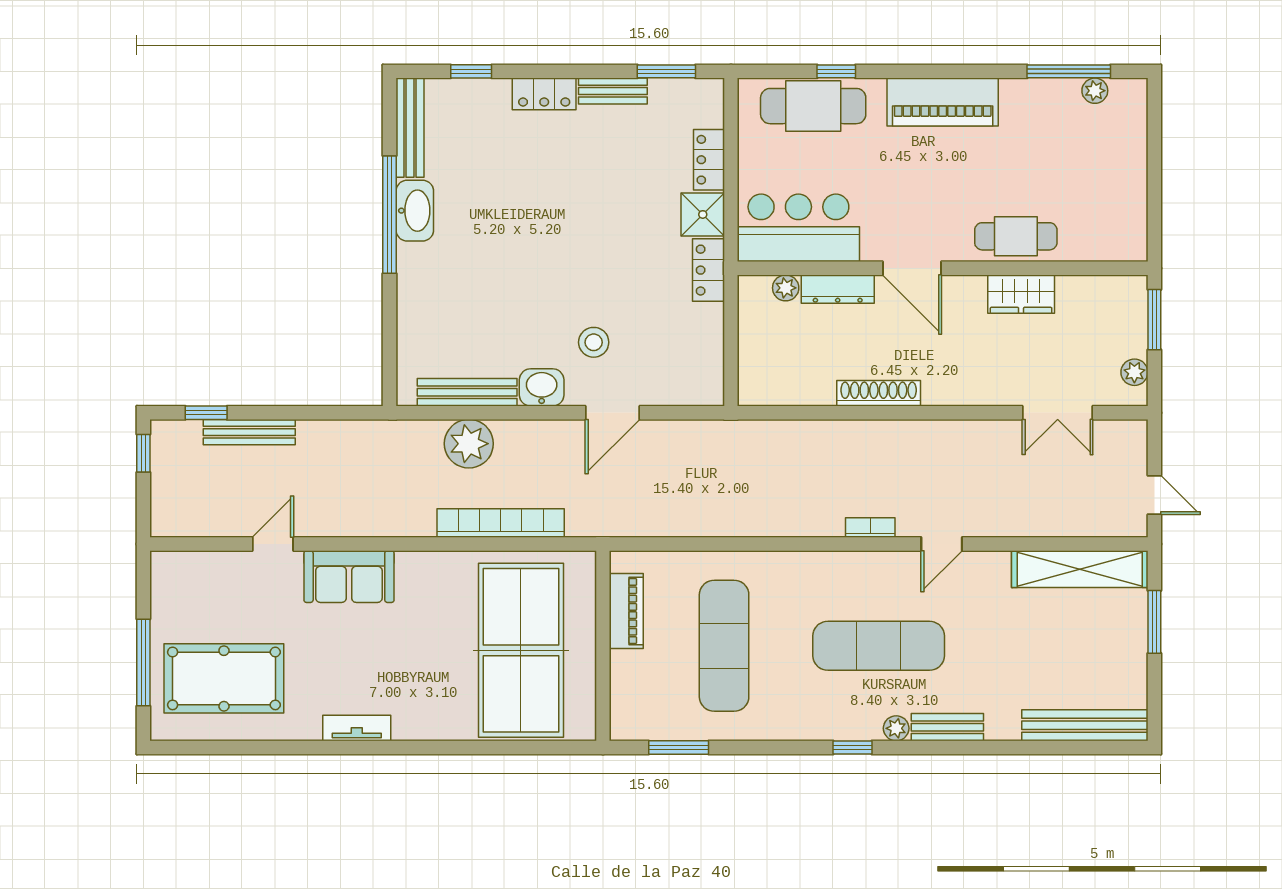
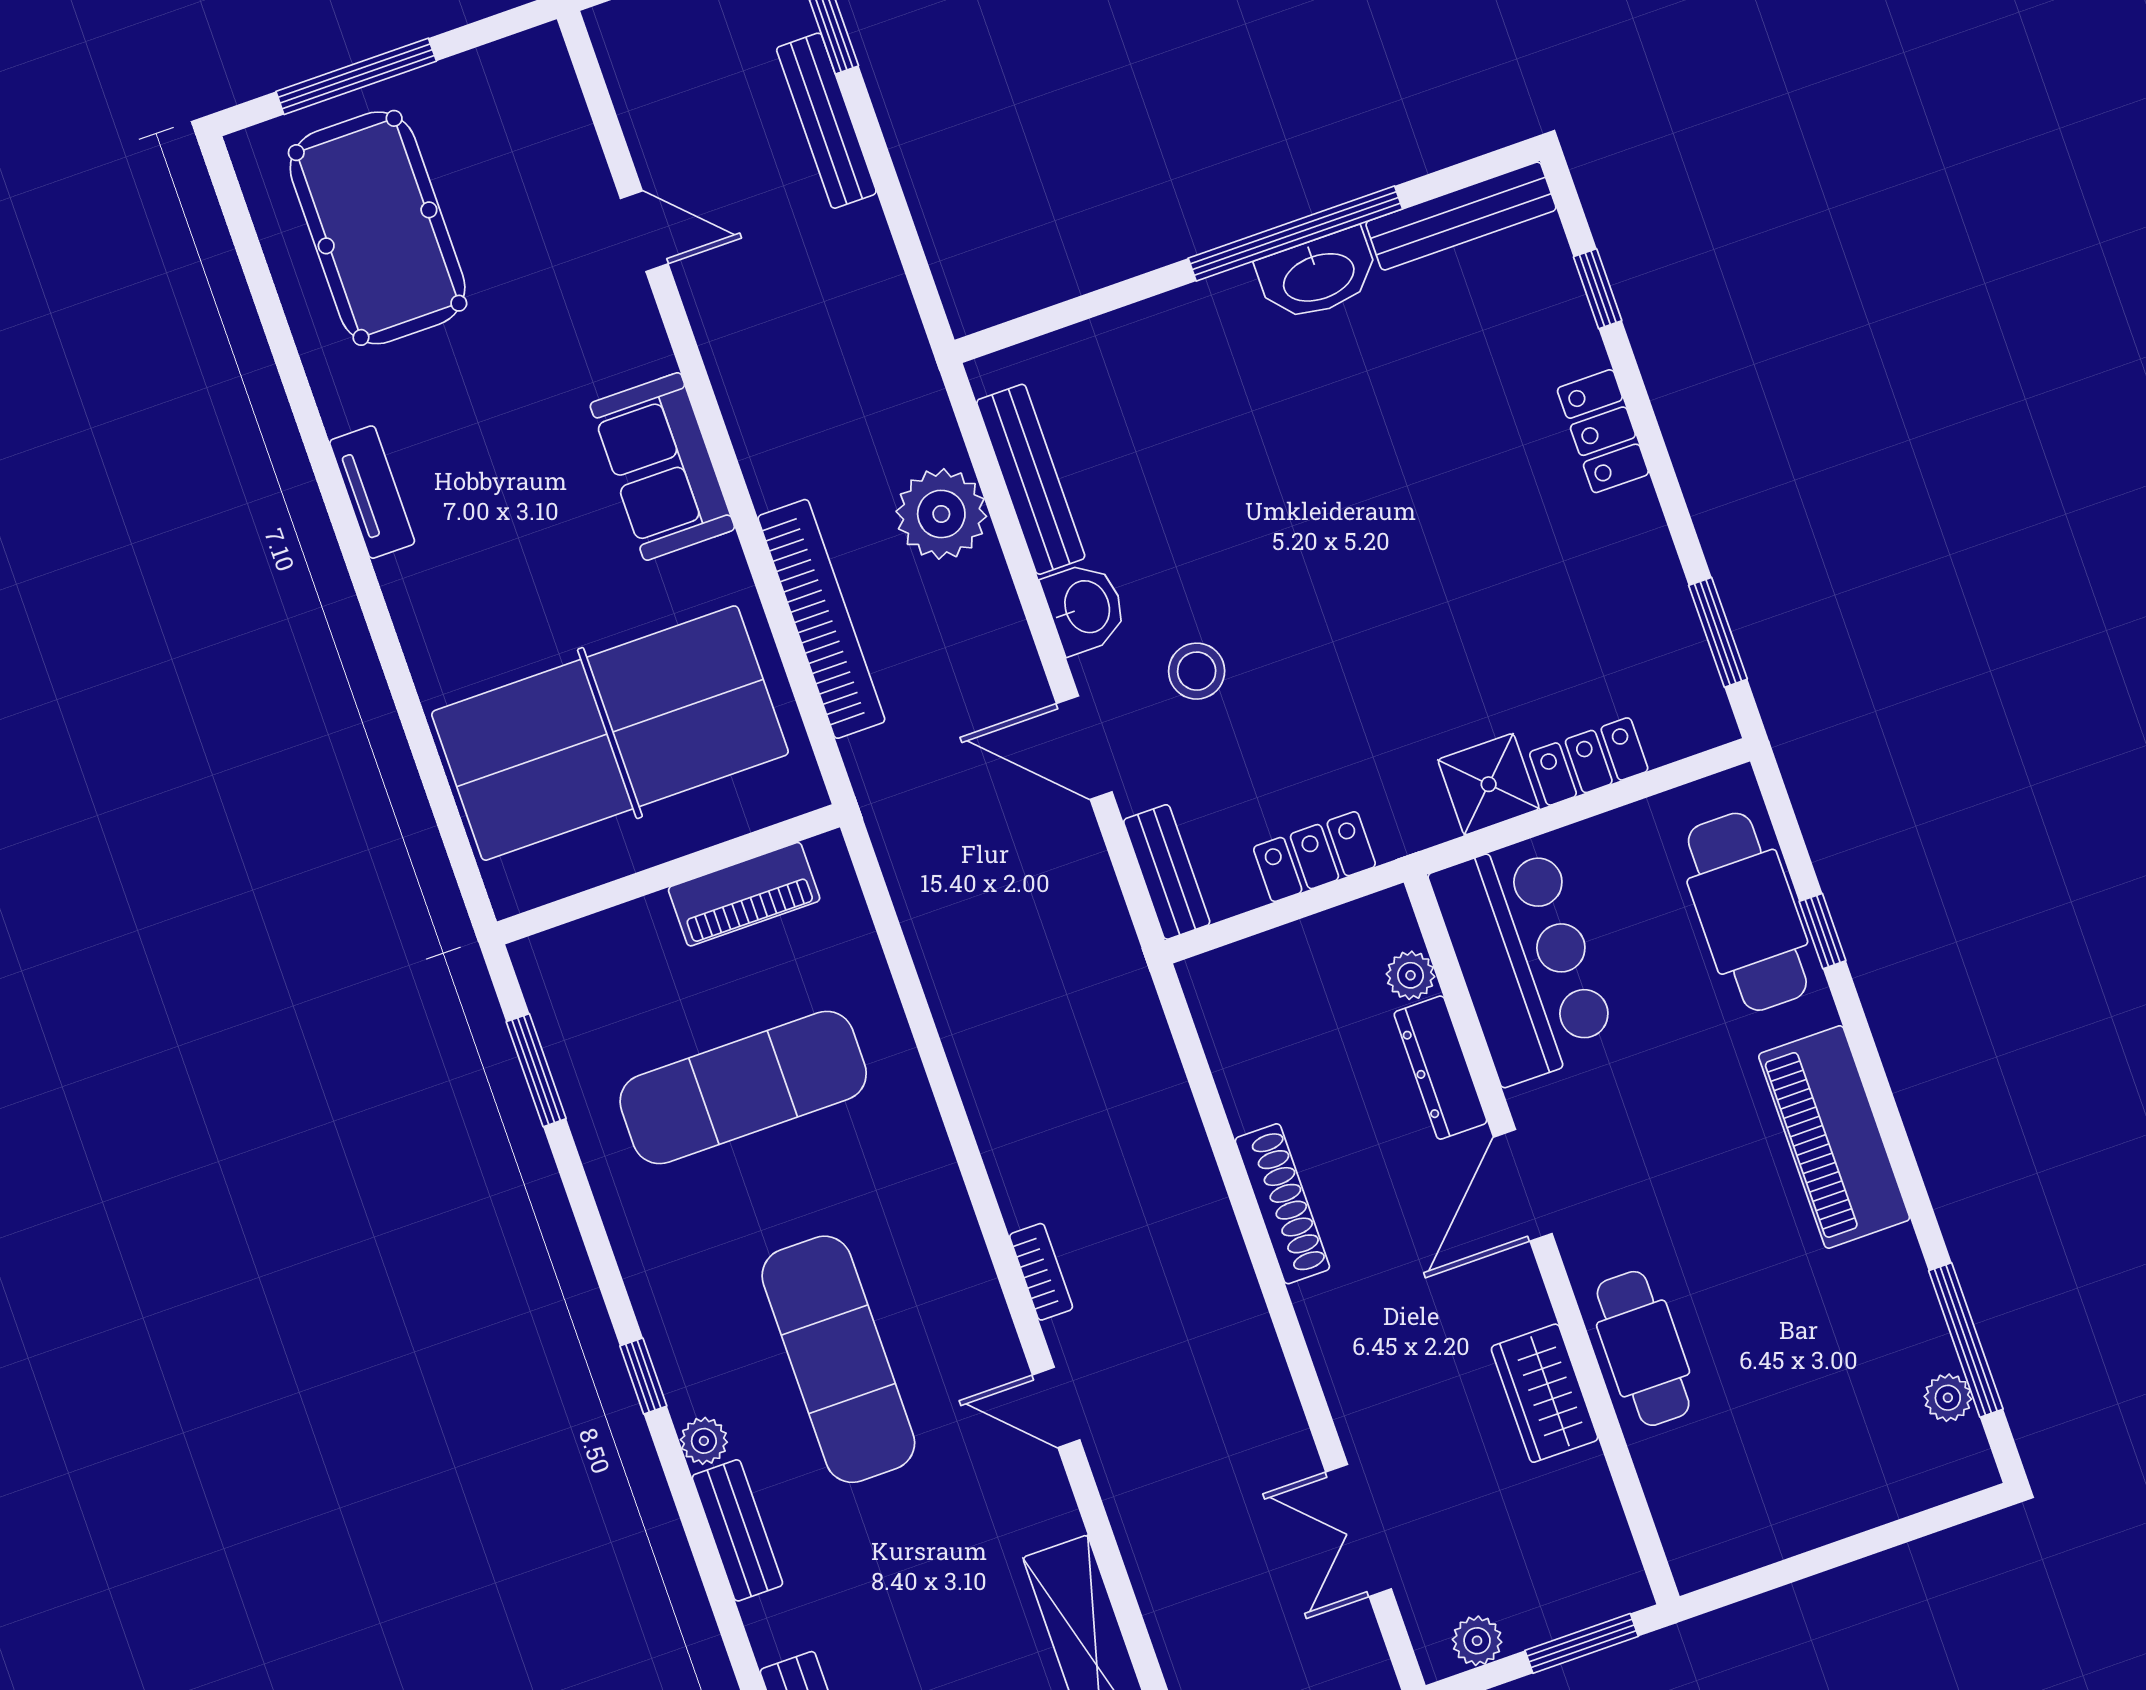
bench: (613, 91) -> (1167, 872), moved
locker: (709, 270) -> (1314, 857), moved
sofa: (349, 577) -> (662, 466), moved

